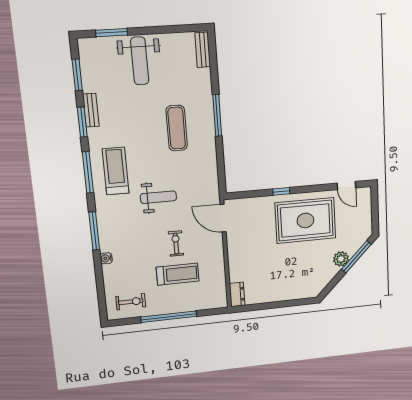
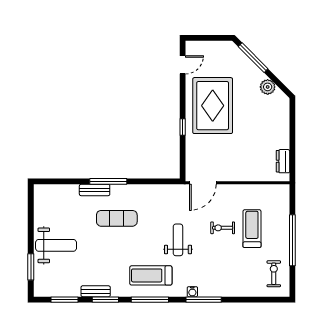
bench: (203, 50) -> (95, 190), moved
water cooler: (106, 258) -> (192, 292), moved
plant: (341, 259) -> (268, 87), moved
dresser: (237, 294) -> (283, 161), moved, turned -90

